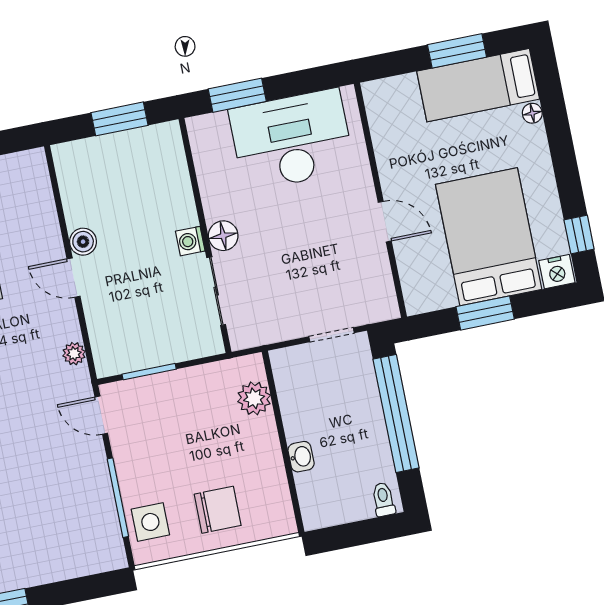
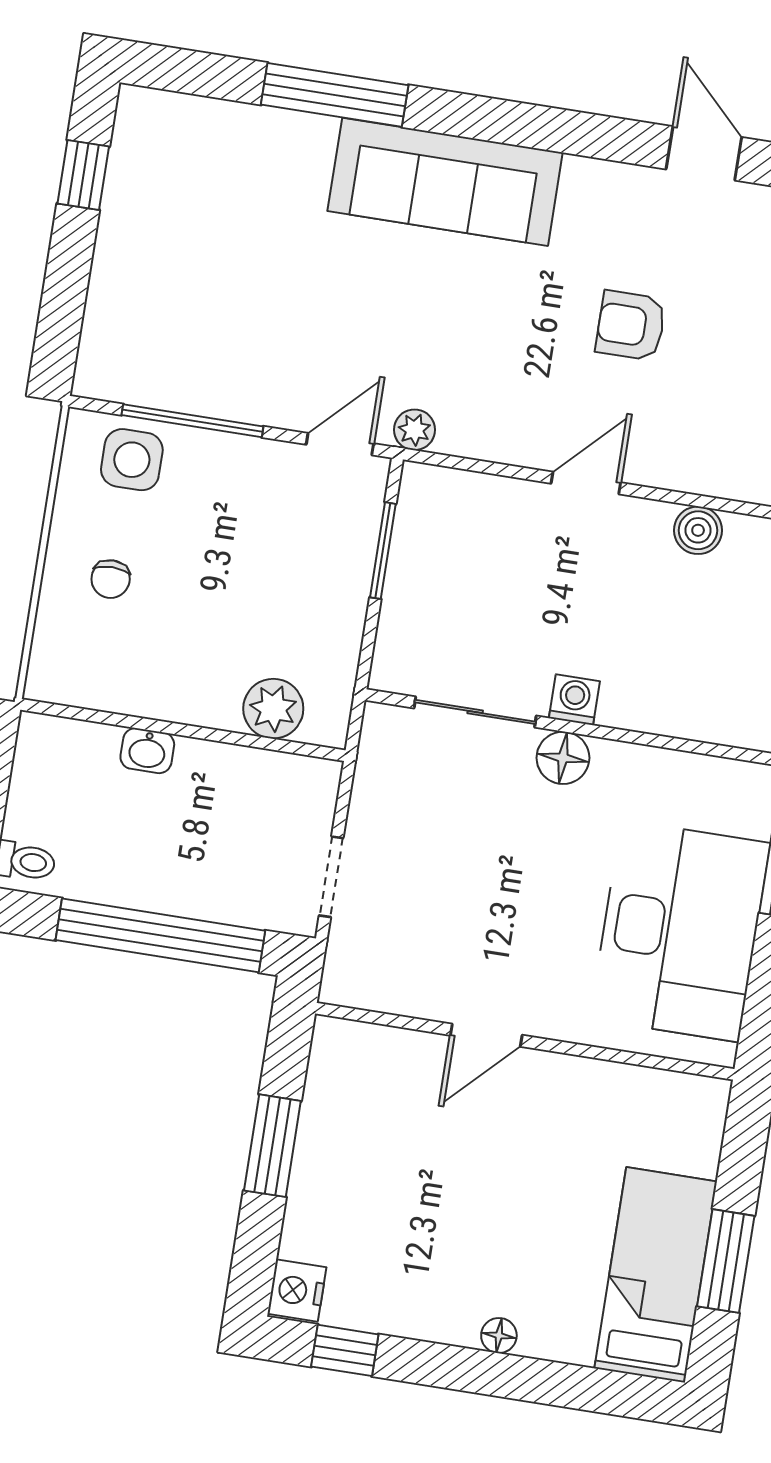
floor lamp: (532, 113) -> (499, 1336), moved
bed: (489, 237) -> (397, 1199), removed
boiler: (83, 242) -> (698, 530), moved
plant: (74, 354) -> (414, 430), moved
chair: (218, 510) -> (111, 579), width x0.54, depth x0.54

